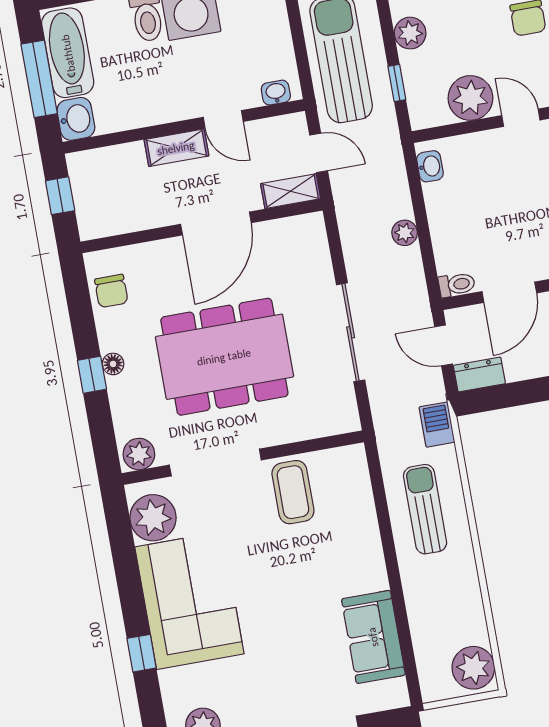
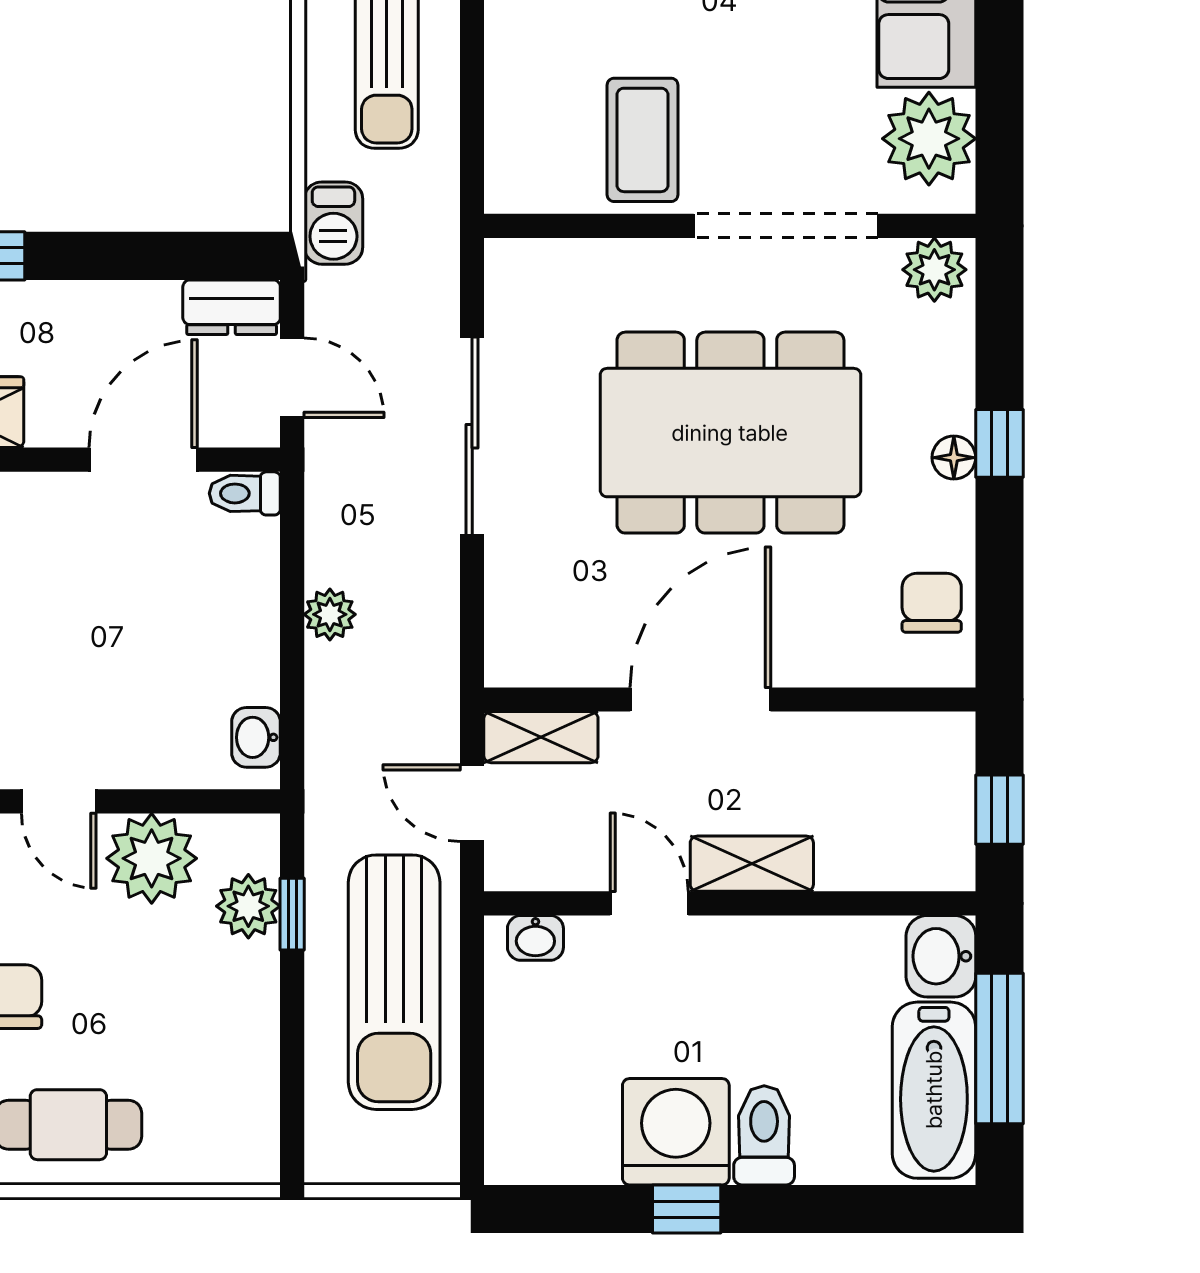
plant: (410, 33) -> (248, 906), moved

